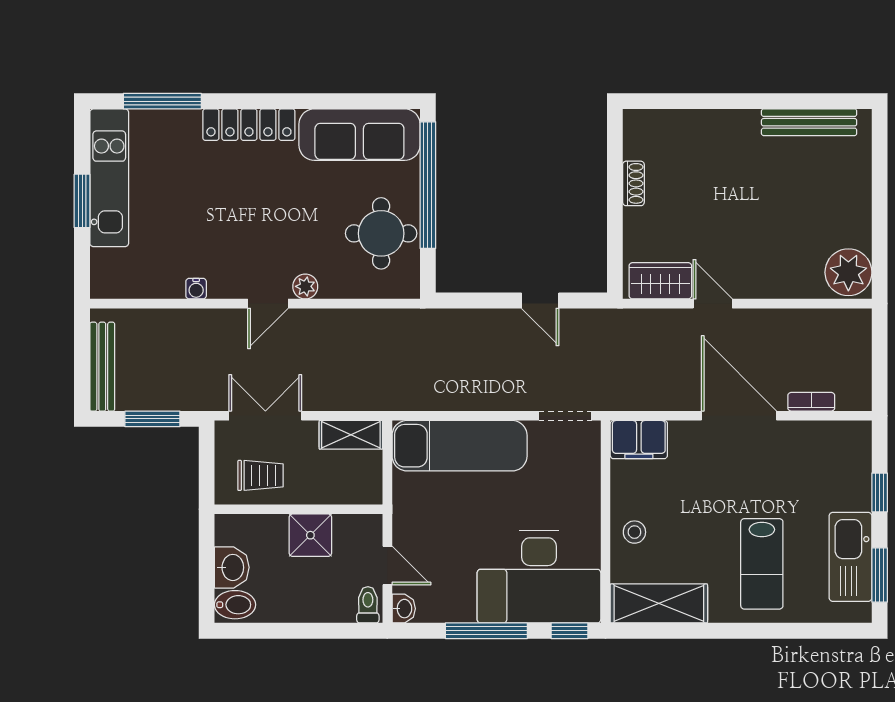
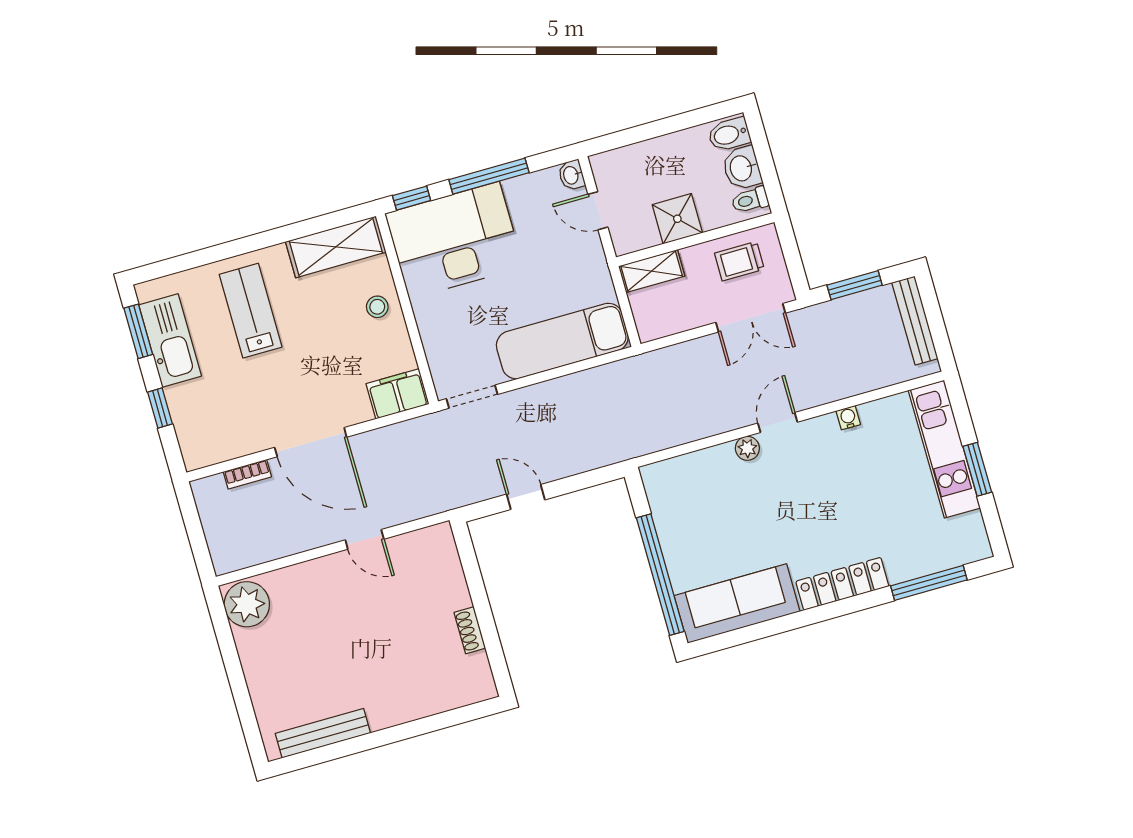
kitchen unit: (109, 178) -> (944, 449), moved
round table: (381, 233) -> (691, 518), removed
wardrobe: (660, 281) -> (419, 547), removed
shelving: (351, 435) -> (652, 271), moved
toilet: (368, 605) -> (750, 200), moved, turned 90

